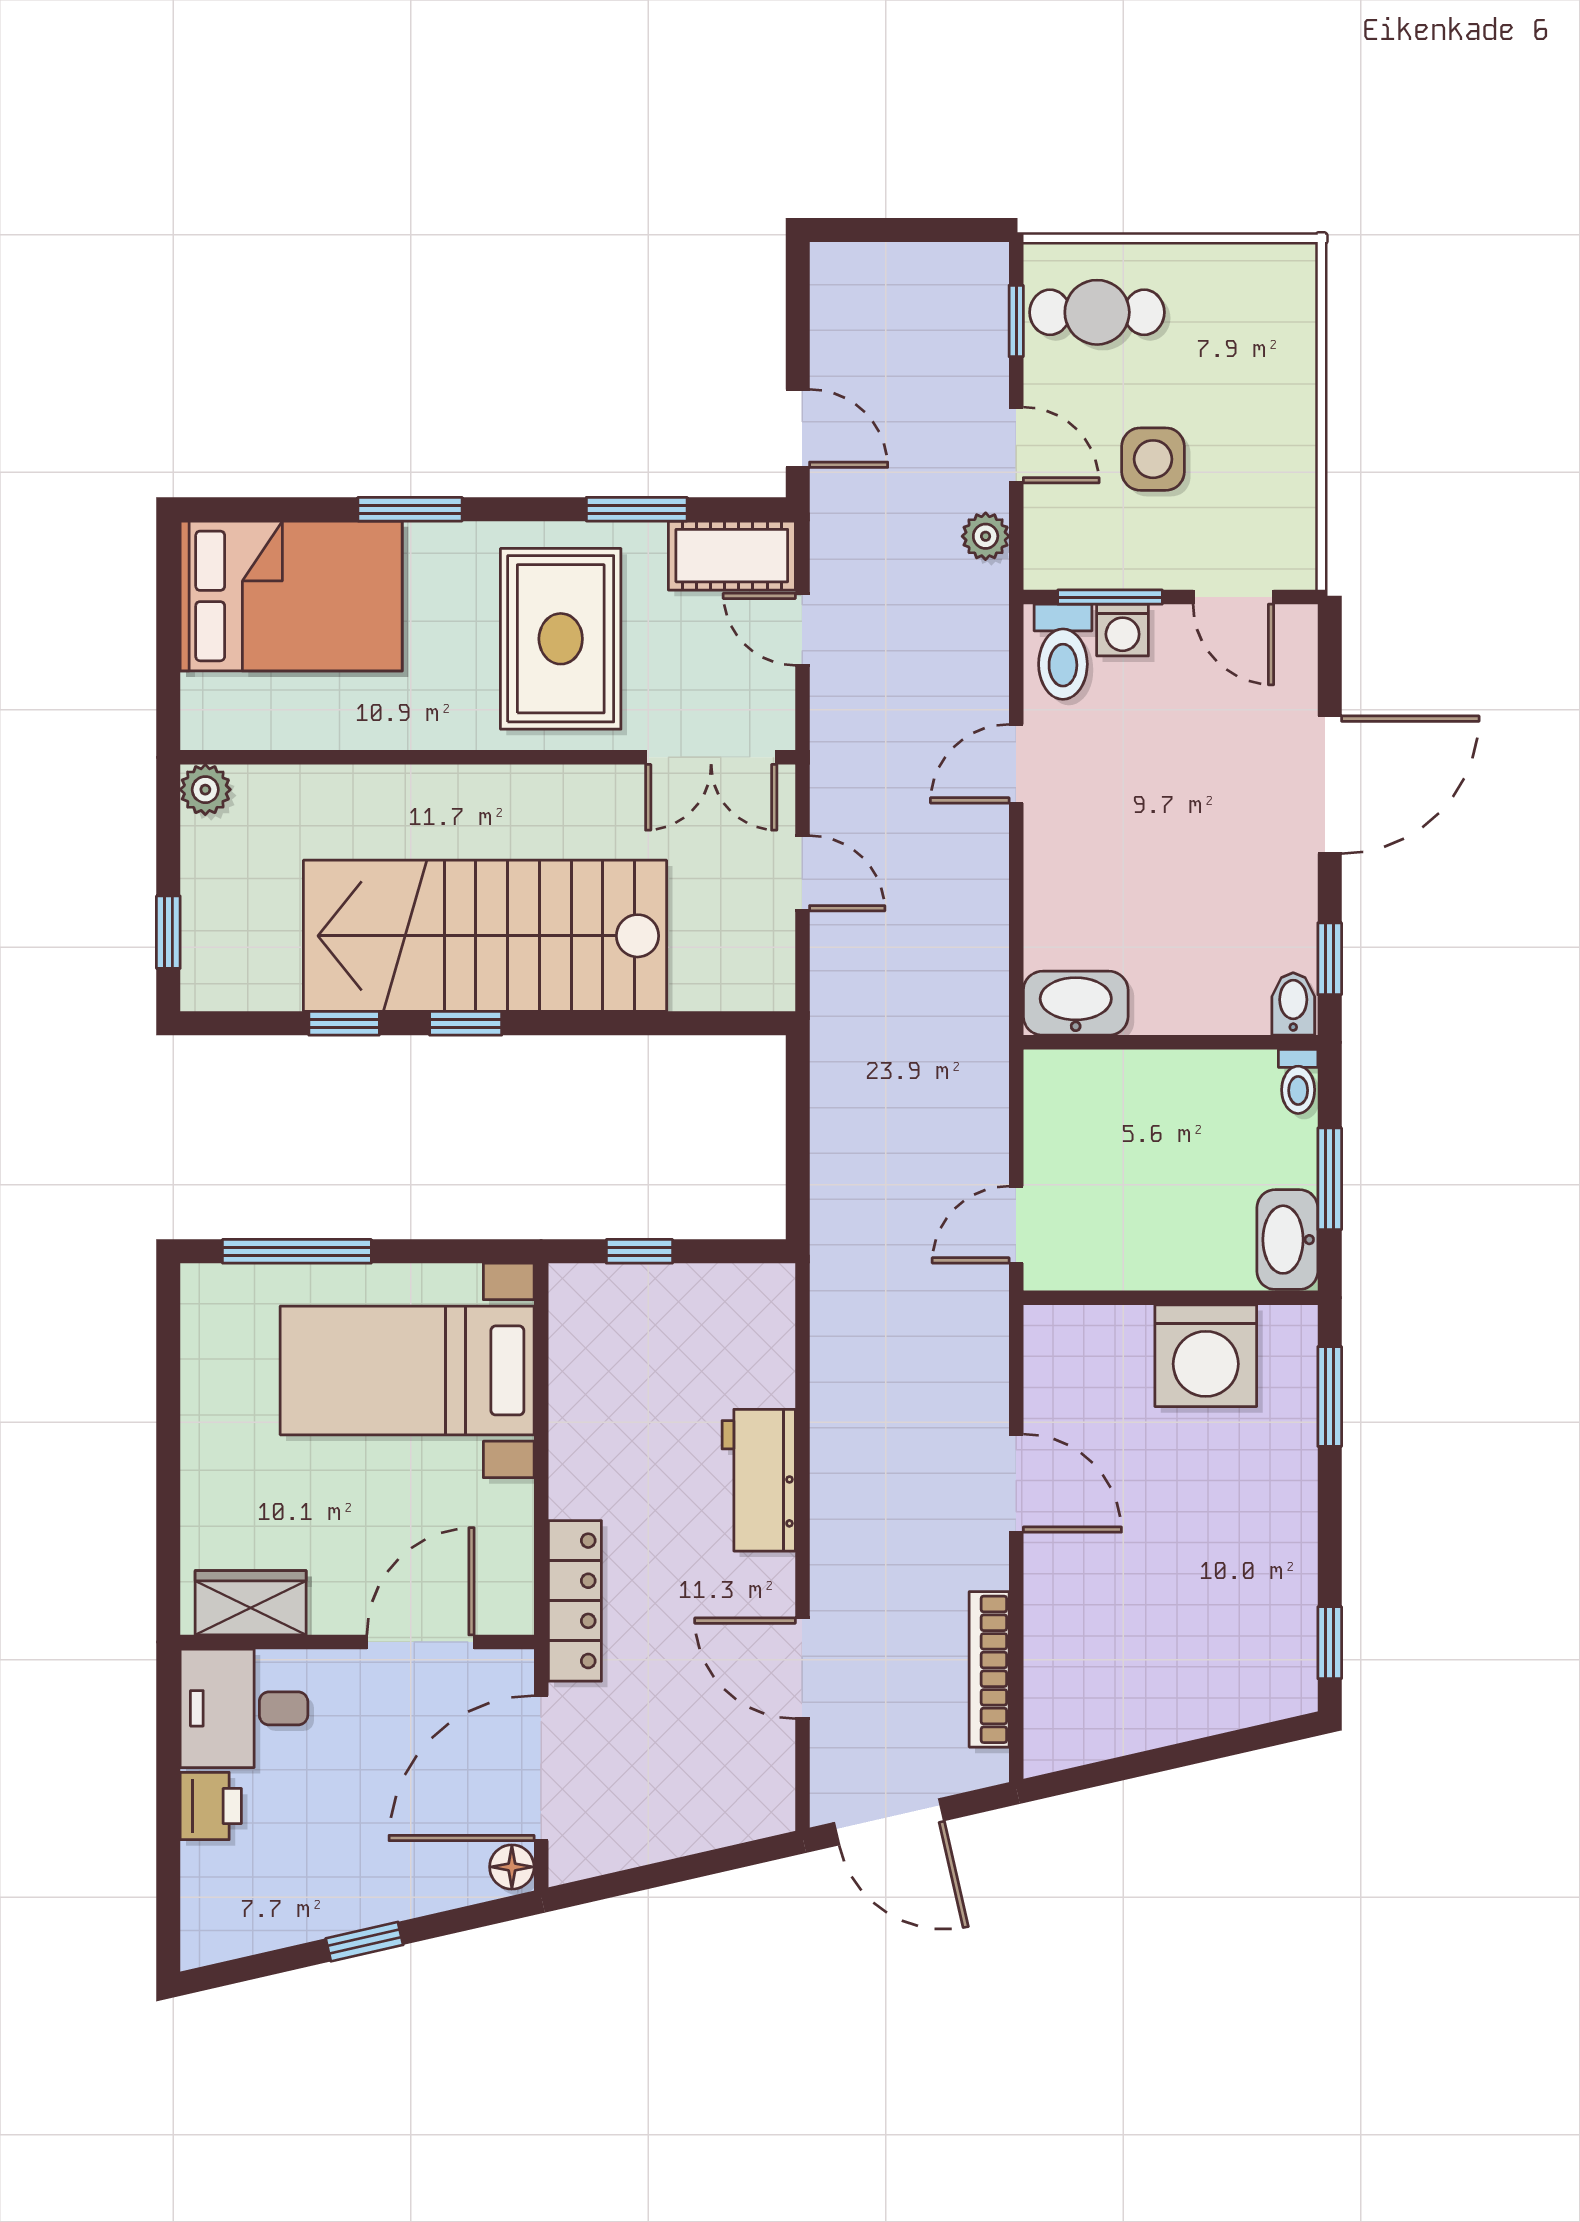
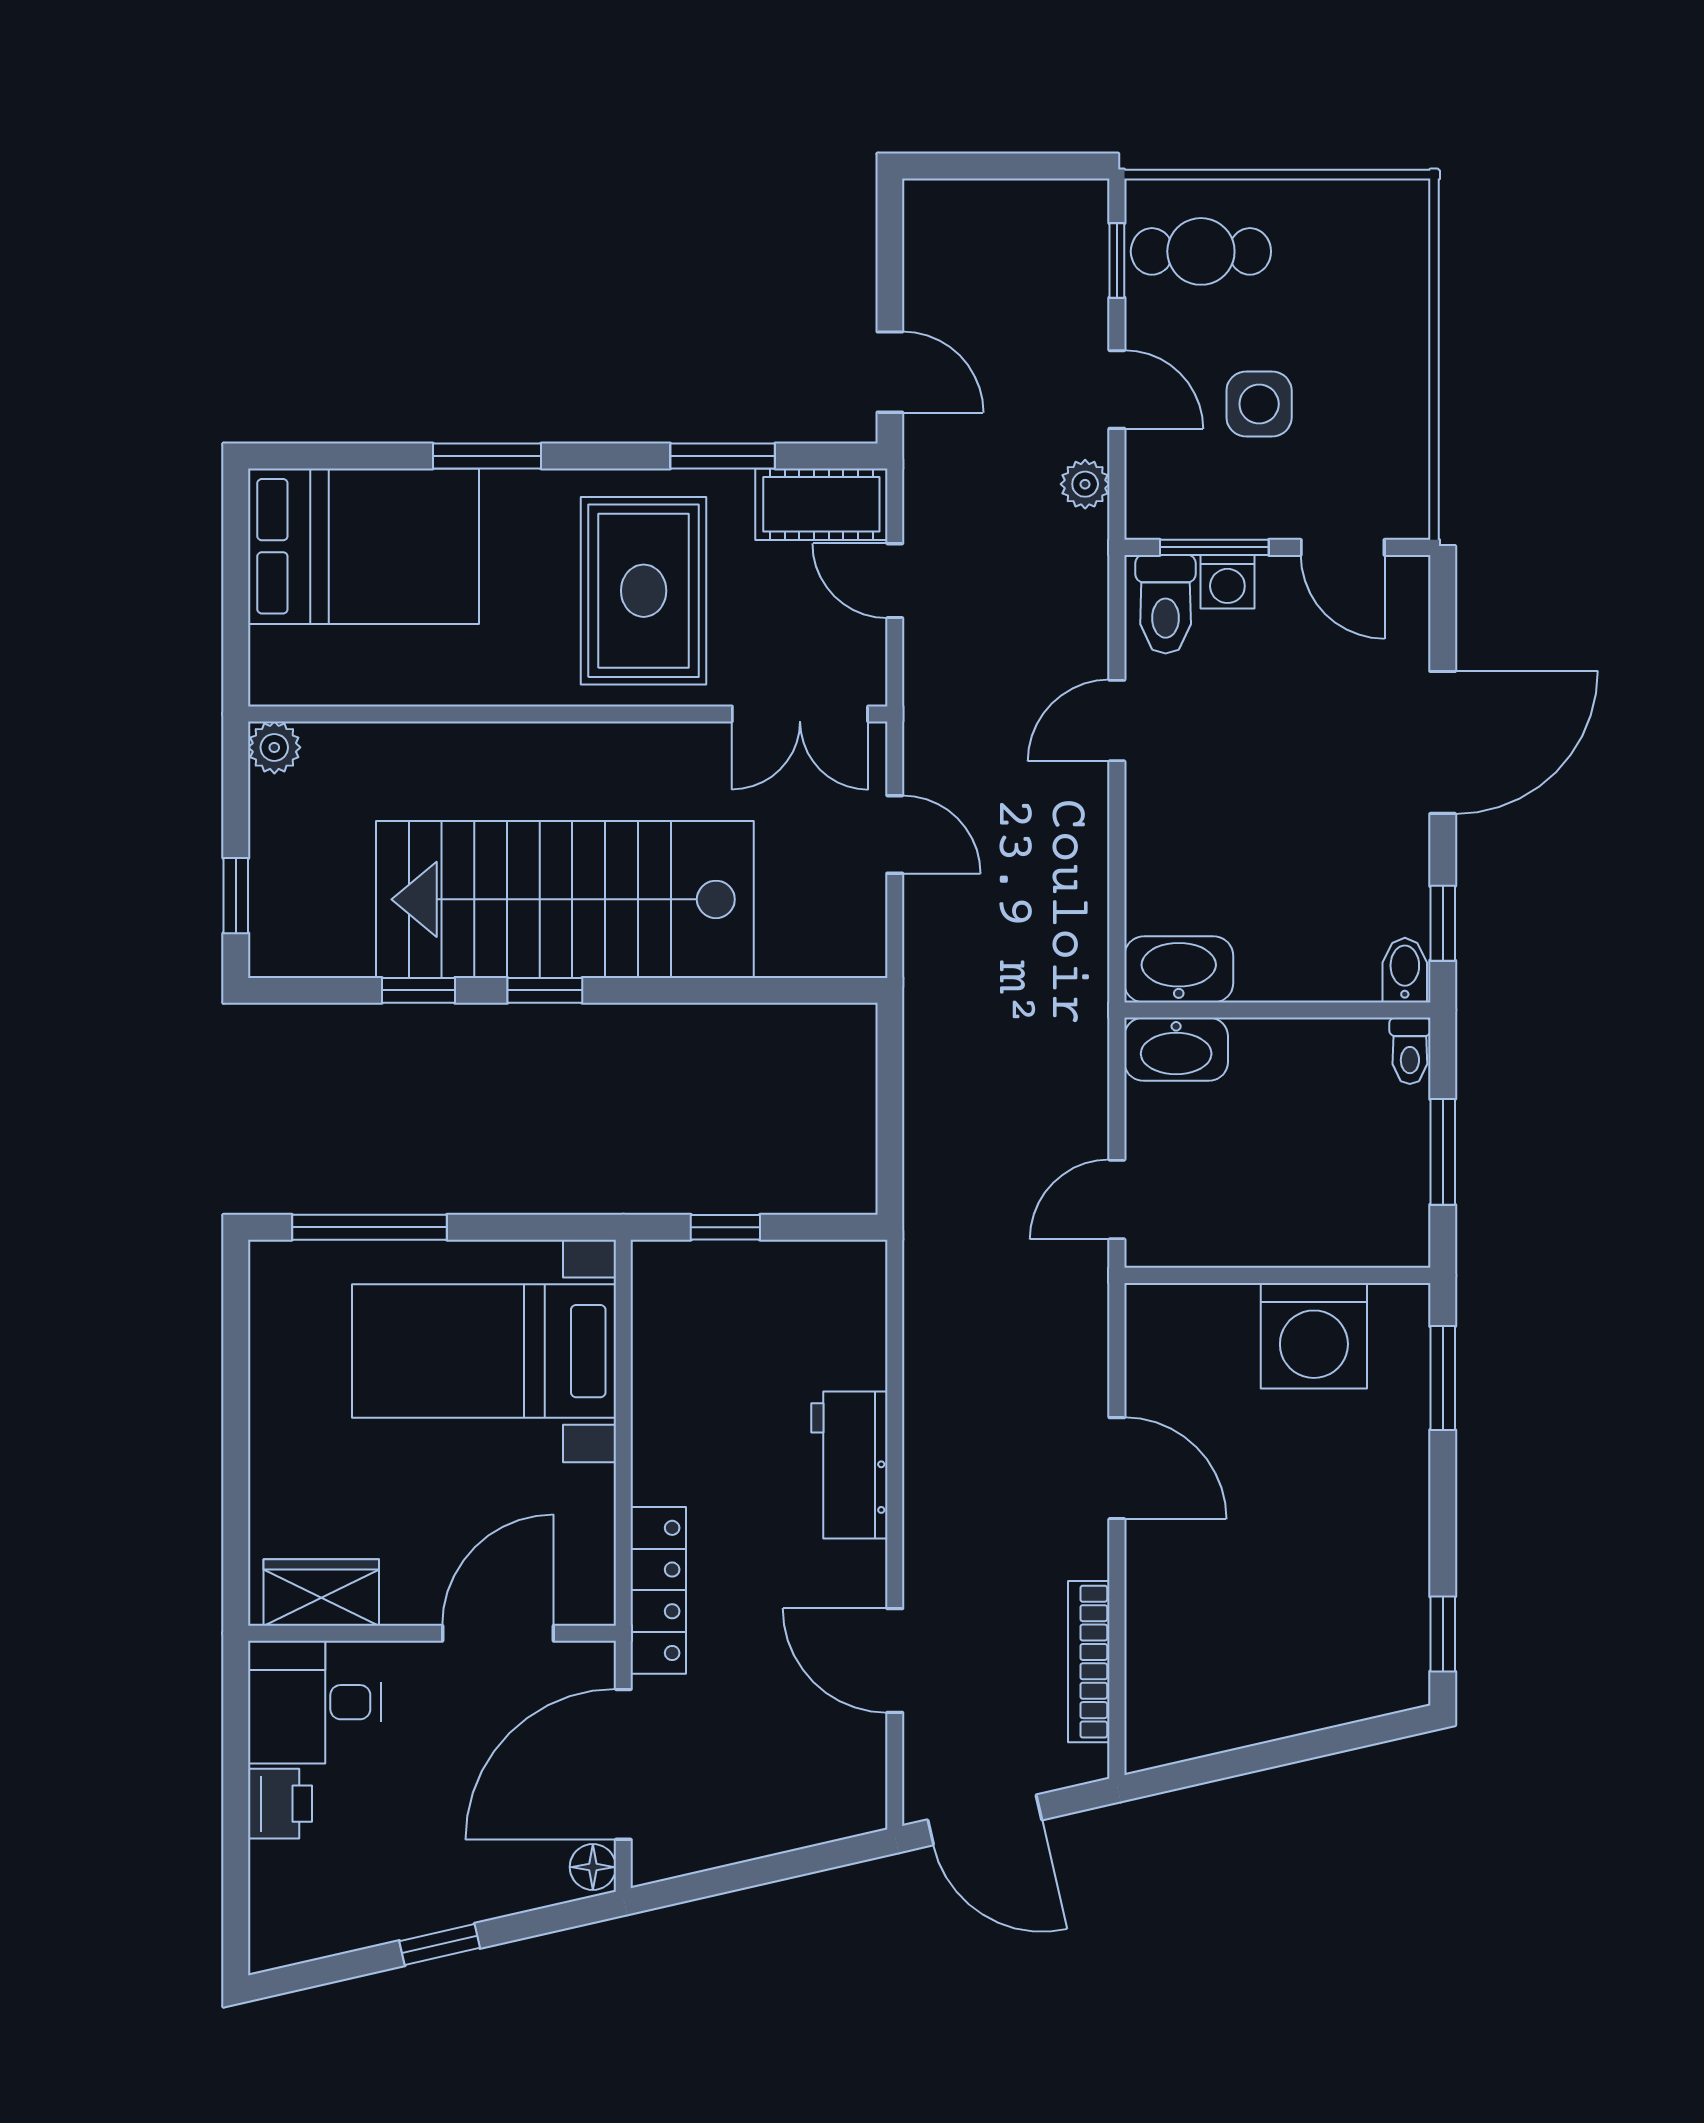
washbasin: (1287, 1240) -> (1176, 1049), moved, turned -90

